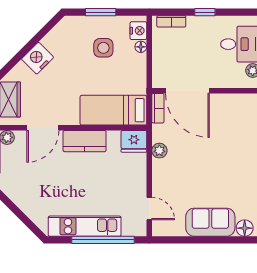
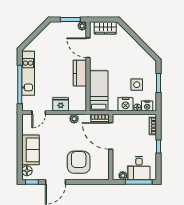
nightstand: (38, 58) -> (126, 104), moved, turned 135
door: (187, 91) -> (111, 136), hinge flipped
fridge: (134, 141) -> (61, 104), moved, turned 90
armchair: (231, 143) -> (79, 162), added

